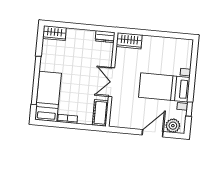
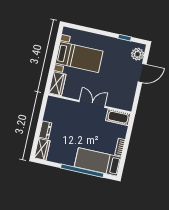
dresser: (105, 37) -> (45, 130), moved
double door: (111, 82) -> (92, 104), swing flipped
bed with nightstands: (164, 87) -> (79, 57), moved, turned -90
door: (153, 133) -> (142, 73), swing flipped

